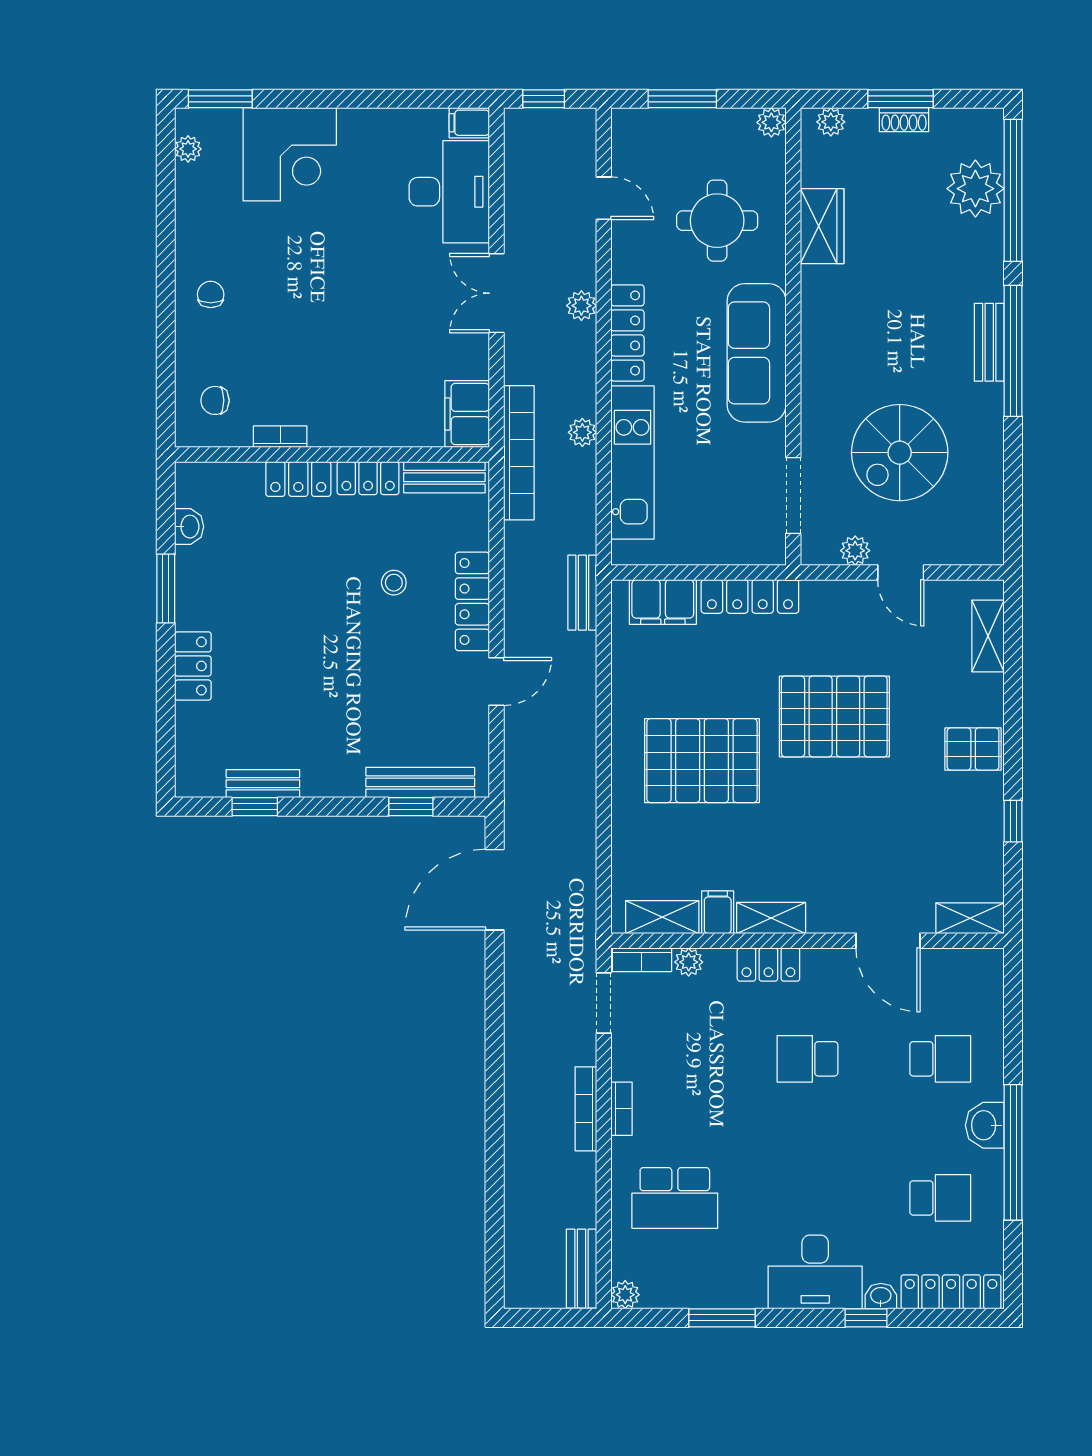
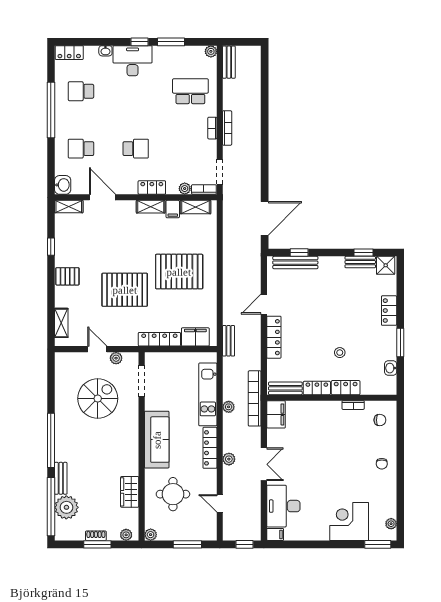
bench: (989, 342) -> (61, 478), moved
stool: (394, 583) -> (340, 353), moved
shower: (201, 776) -> (386, 265), added
washbasin: (985, 1125) -> (63, 185), moved
locker: (951, 1292) -> (69, 53), width x0.66
window: (866, 1318) -> (139, 42), moved

